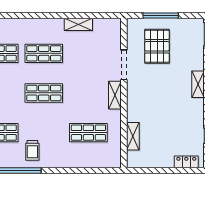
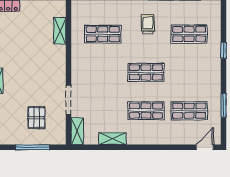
pallet: (157, 46) -> (36, 118), width x0.67, depth x0.71
shelving: (115, 95) -> (77, 131), moved
trolley: (32, 150) -> (148, 24), moved

